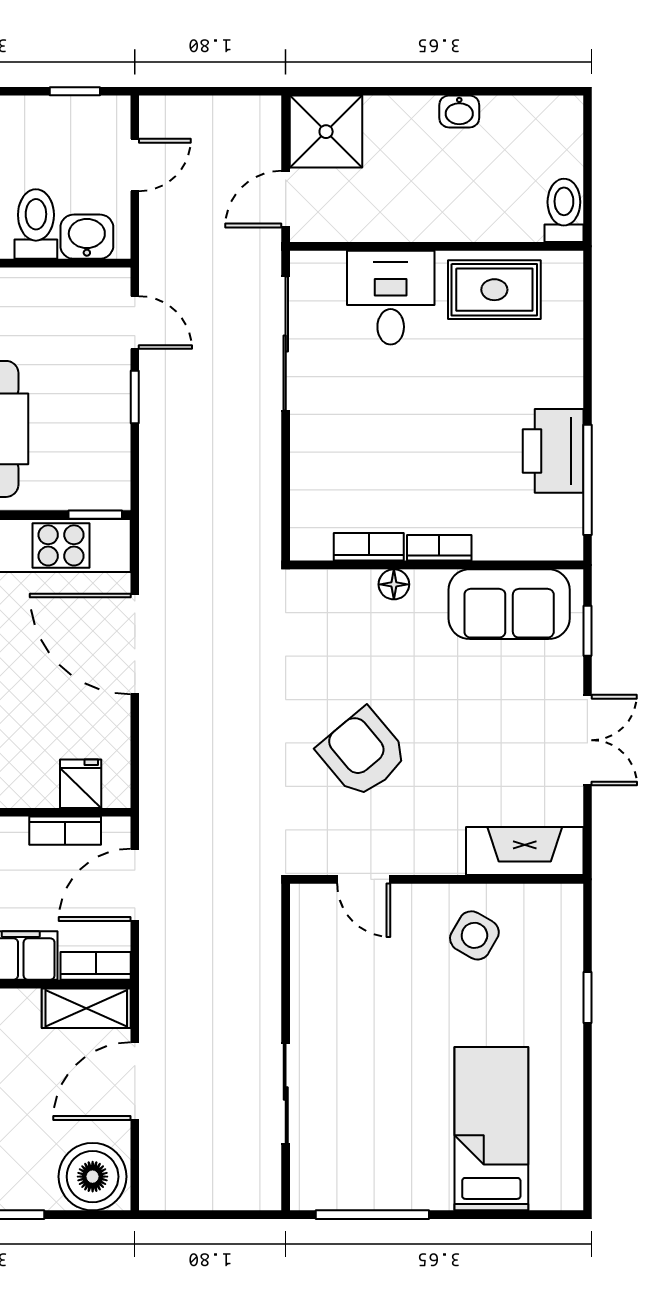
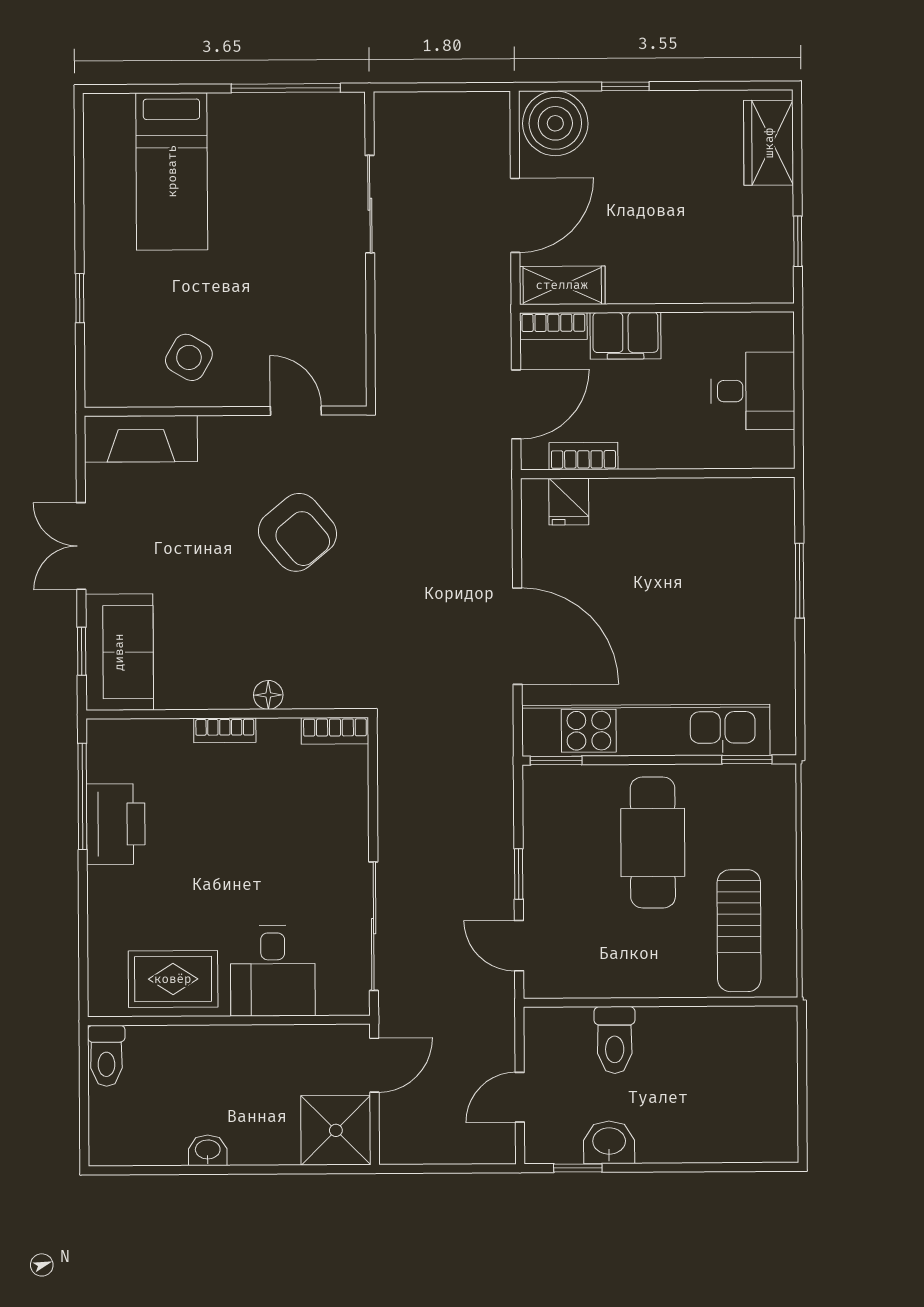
washbasin: (87, 237) -> (609, 1142), moved, turned 180
bookcase: (369, 547) -> (335, 731), moved
sofa: (509, 604) -> (119, 652), moved, turned 90

